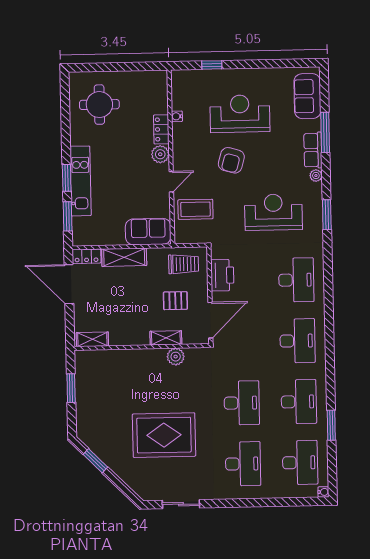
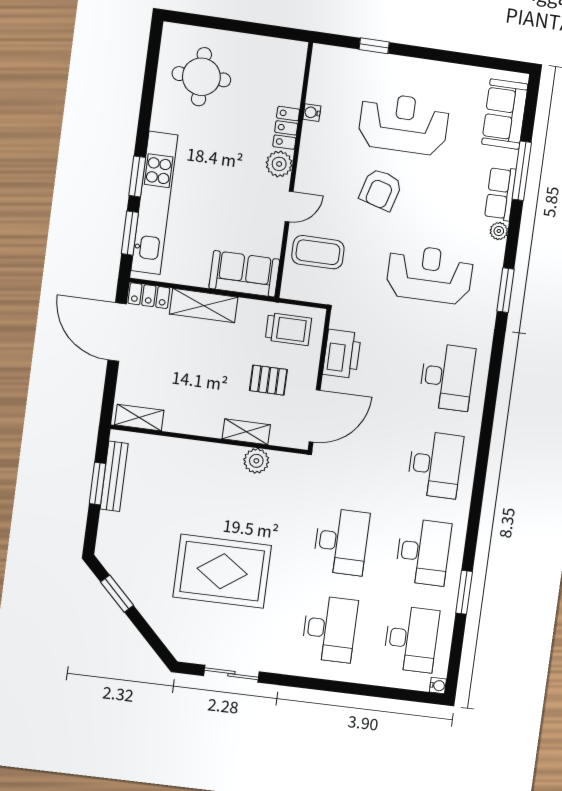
kitchen unit: (81, 181) -> (154, 203), width x1.36
bench: (81, 381) -> (114, 476), added

